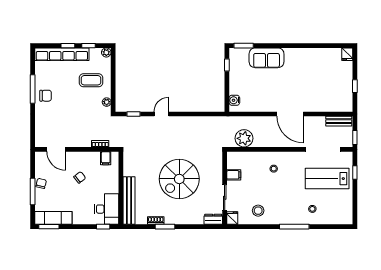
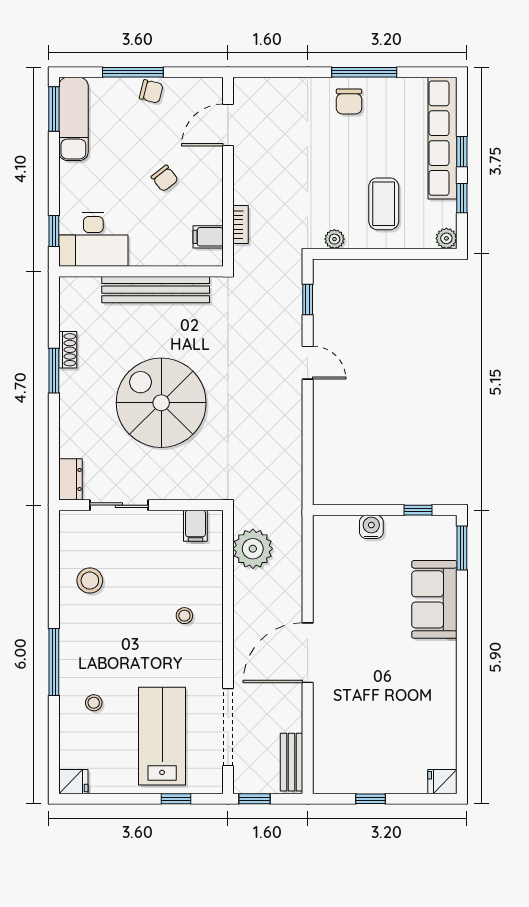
water cooler: (234, 100) -> (371, 527), moved
filing cabinet: (234, 175) -> (195, 526), moved
bench: (129, 201) -> (156, 290), moved
fridge: (232, 218) -> (73, 782), moved

